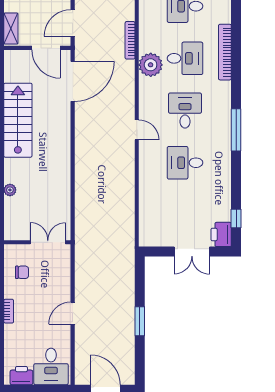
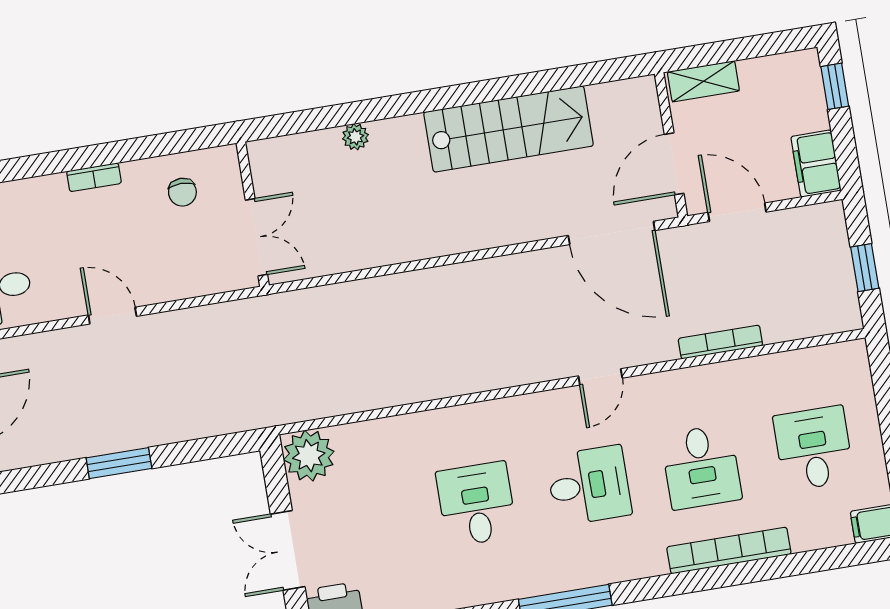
plant: (151, 65) -> (309, 456), moved
door: (137, 130) -> (600, 377), moved

